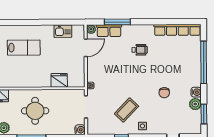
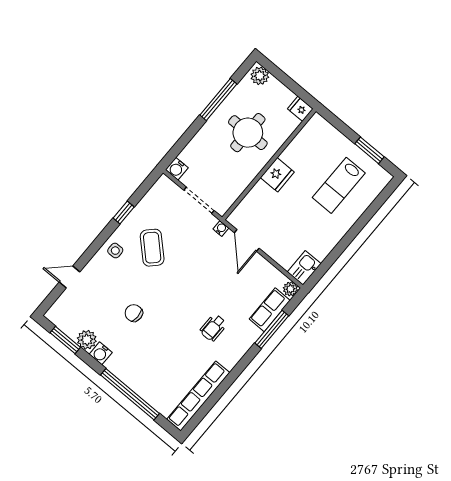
kitchen sink: (63, 31) -> (304, 268), moved
door: (86, 48) -> (247, 240), moved
fridge: (59, 80) -> (277, 175), moved

